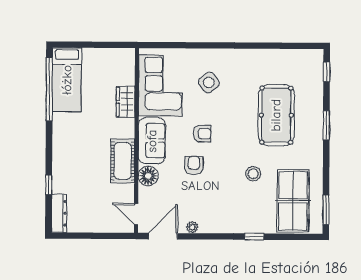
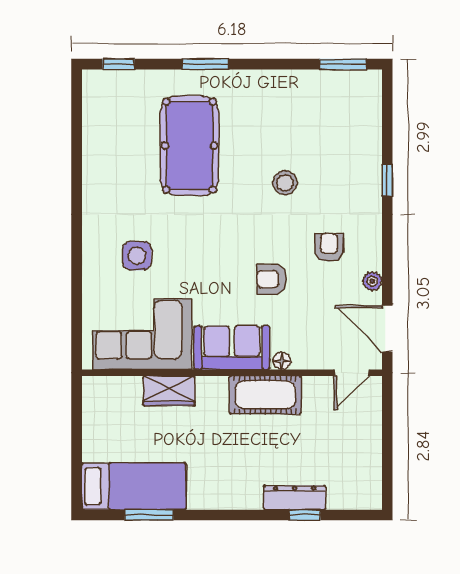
side table: (209, 82) -> (137, 256), turned 38
window: (49, 89) -> (149, 515), width x0.47
pool table: (276, 115) -> (190, 146), turned 90
armchair: (202, 134) -> (329, 248), moved
floor lamp: (148, 176) -> (282, 361), width x0.53, depth x0.53
table tennis table: (293, 201) -> (329, 118), removed
dresser: (59, 213) -> (295, 498), moved

